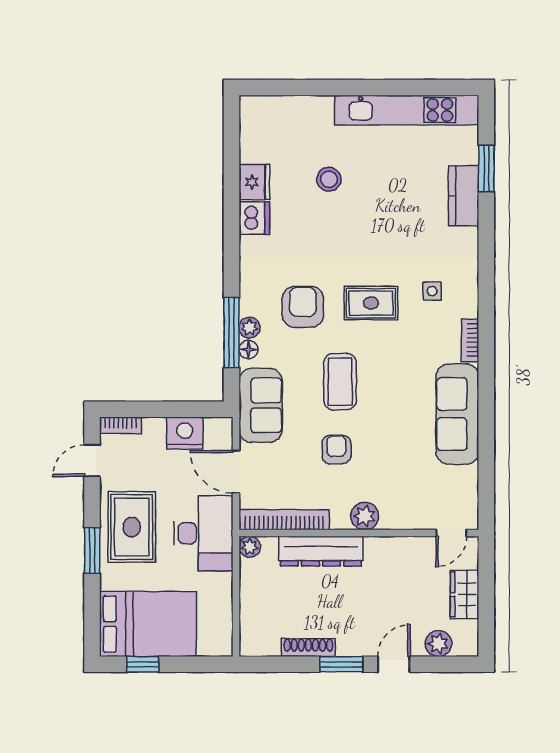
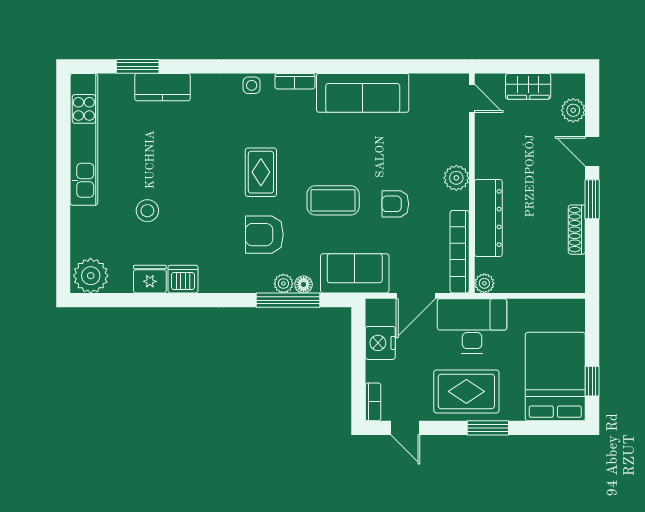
plant: (258, 117) -> (91, 276), added
side table: (432, 291) -> (252, 85), moved

